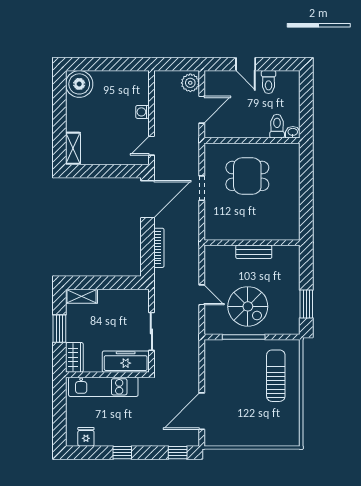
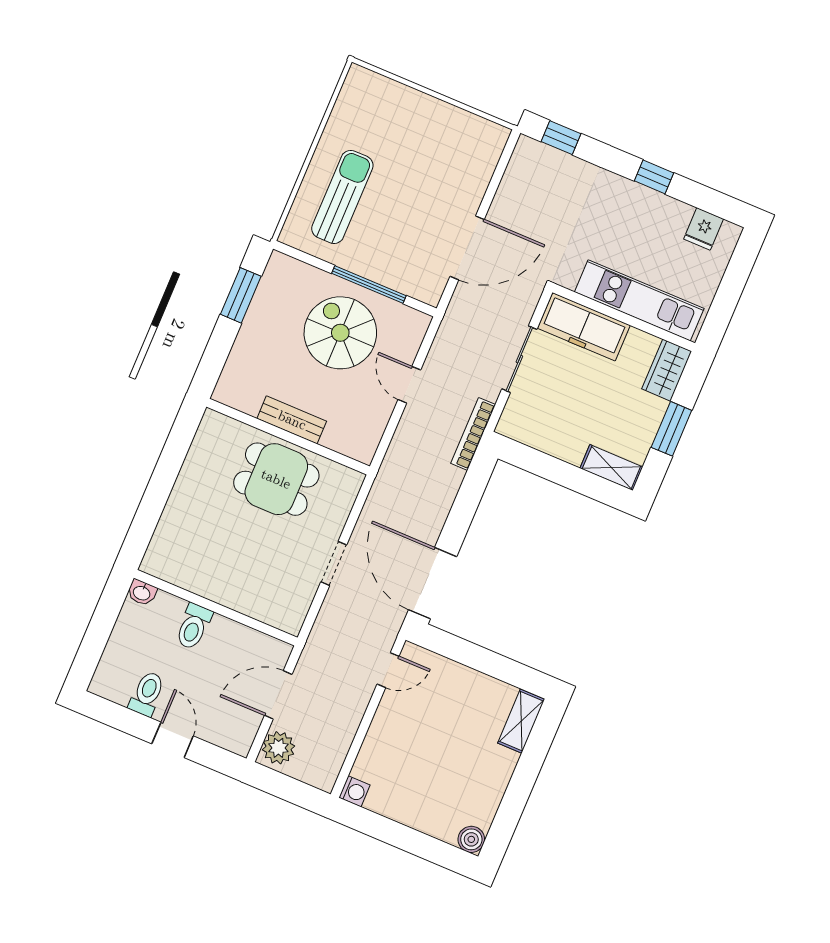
boiler: (79, 84) -> (471, 839), width x0.54, depth x0.54
washing machine: (142, 112) -> (354, 791), moved
toilet: (277, 126) -> (194, 626), moved
dining table: (247, 176) -> (276, 479), moved
door: (147, 199) -> (433, 583), hinge flipped
bookcase: (159, 248) -> (473, 434), moved
sun lounger: (276, 376) -> (342, 197), turned 180
door: (202, 411) -> (467, 248), moved

